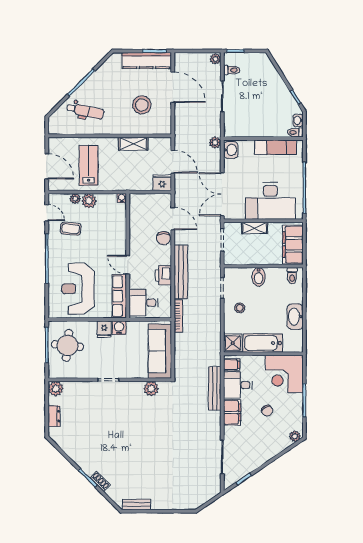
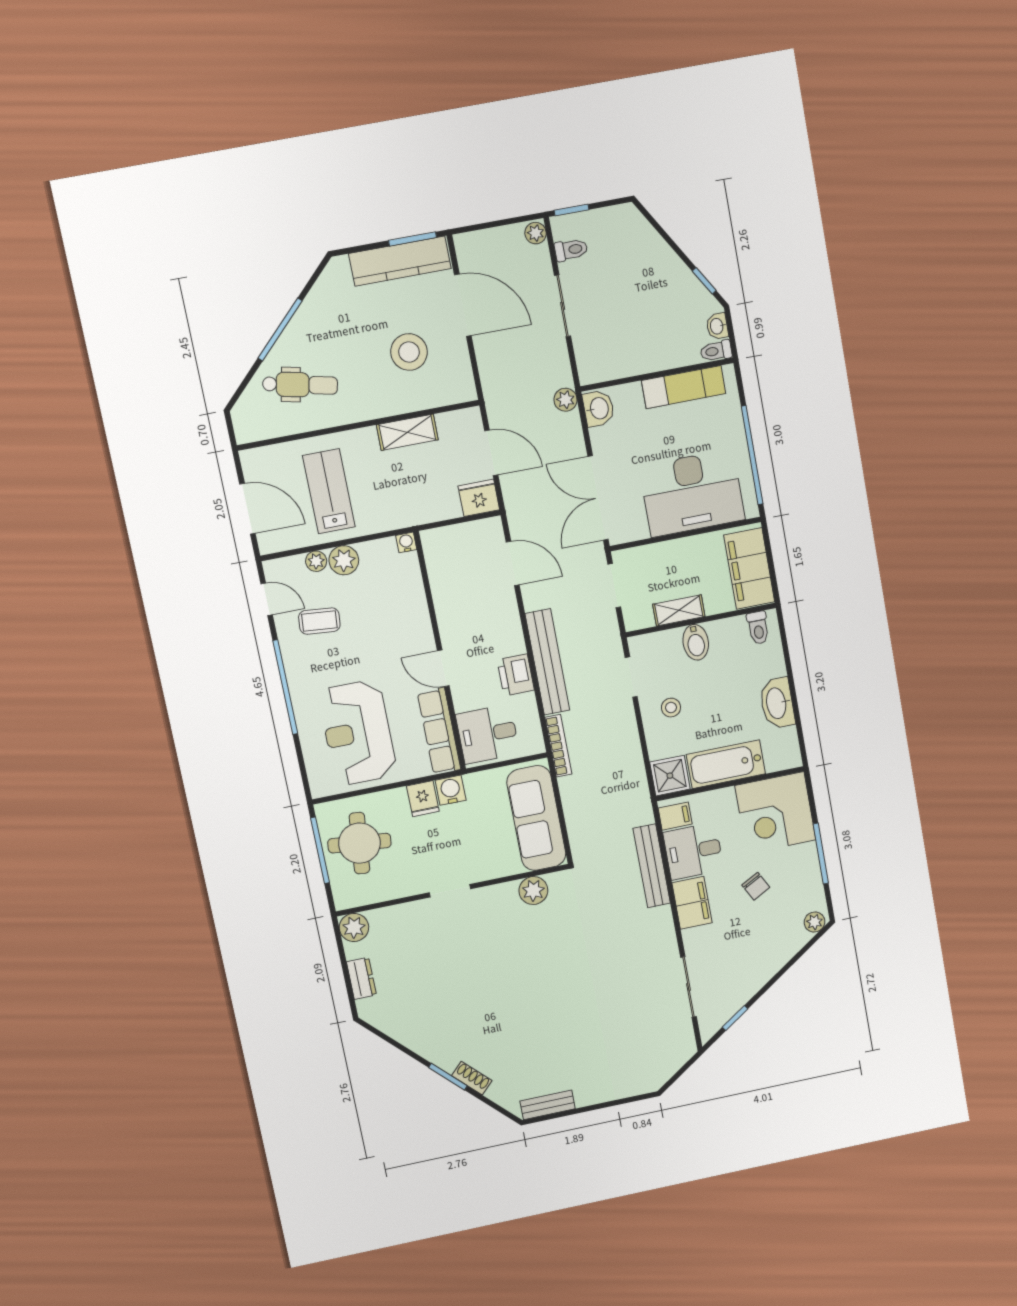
shelving: (255, 228) -> (679, 610), moved
chair: (163, 238) -> (502, 604), removed

